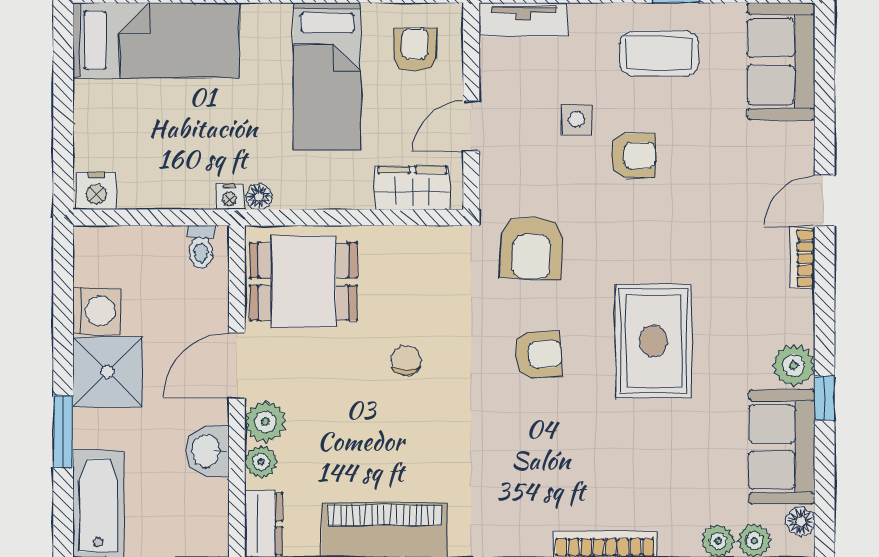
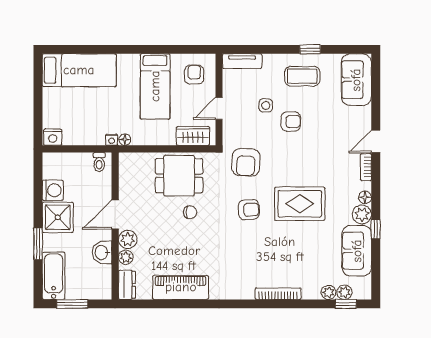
dining table: (303, 282) -> (179, 176), moved
rug: (653, 341) -> (300, 204), turned 90
chair: (406, 360) -> (190, 212), turned 90
floor lamp: (801, 522) -> (365, 197), moved

